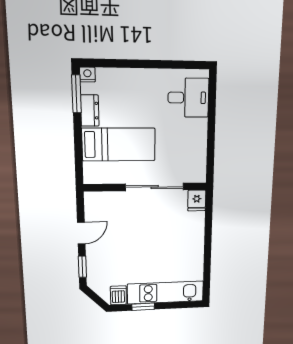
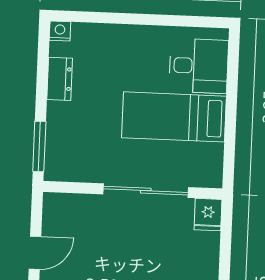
window: (76, 94) -> (39, 146), moved
bed: (119, 144) -> (174, 117), moved, turned 180

